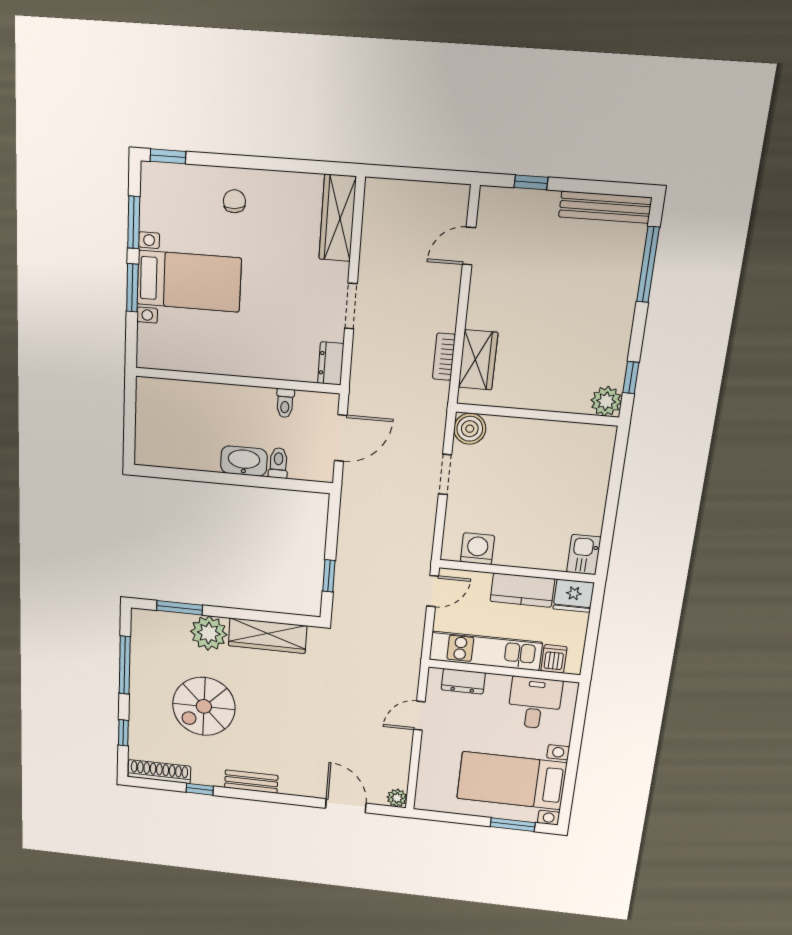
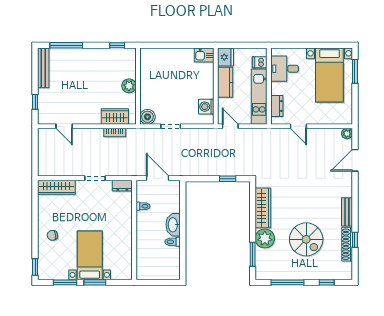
plant: (606, 401) -> (129, 86), moved
toilet: (278, 463) -> (173, 242), moved
shoe rack: (159, 772) -> (347, 244), moved

